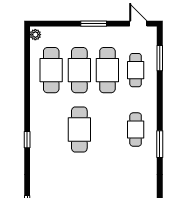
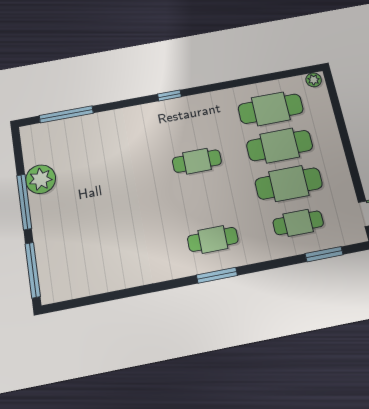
window: (94, 24) -> (349, 152), removed
cafe table: (79, 130) -> (197, 161), width x0.73, depth x0.74
window: (160, 144) -> (217, 275), moved

